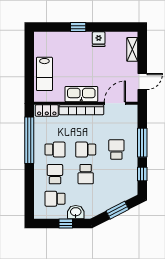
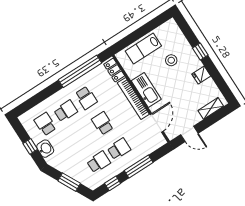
stool: (70, 57) -> (171, 60), added
door: (115, 103) -> (157, 123), hinge flipped
school desk: (86, 174) -> (99, 162), moved, turned 180

